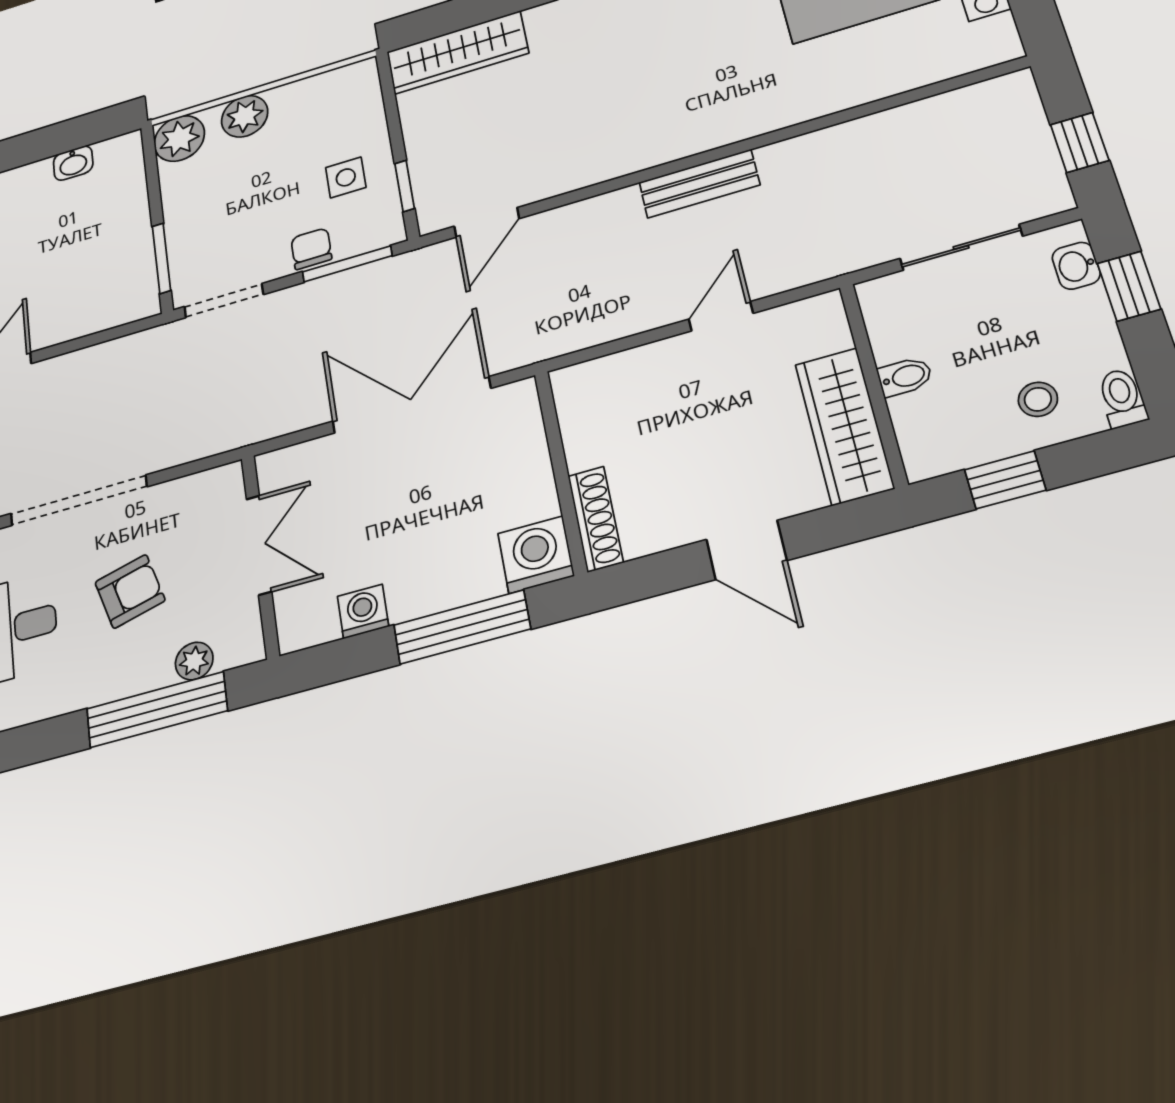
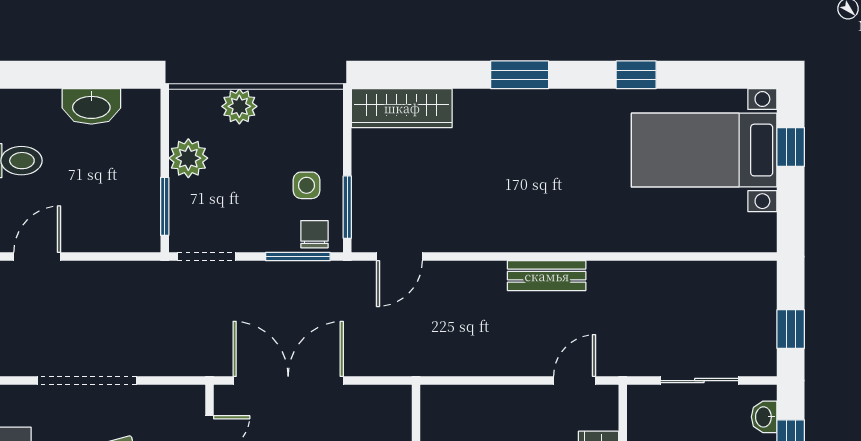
plant: (179, 138) -> (188, 158), moved
washbasin: (73, 163) -> (91, 106), width x1.91, depth x1.45
window: (405, 186) -> (347, 207), width x1.50
chair: (311, 249) -> (314, 234), moved
door: (721, 316) -> (575, 381), moved
double door: (411, 405) -> (288, 381), moved

